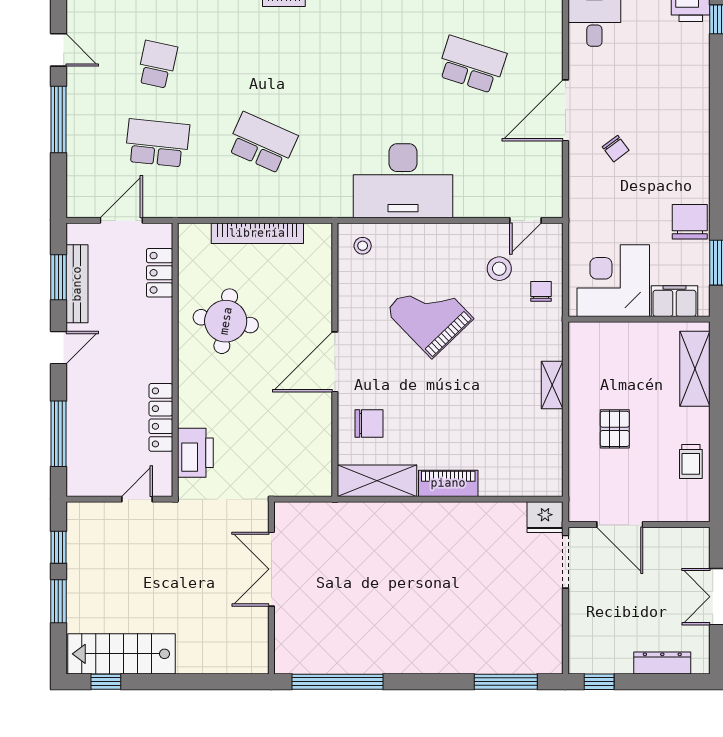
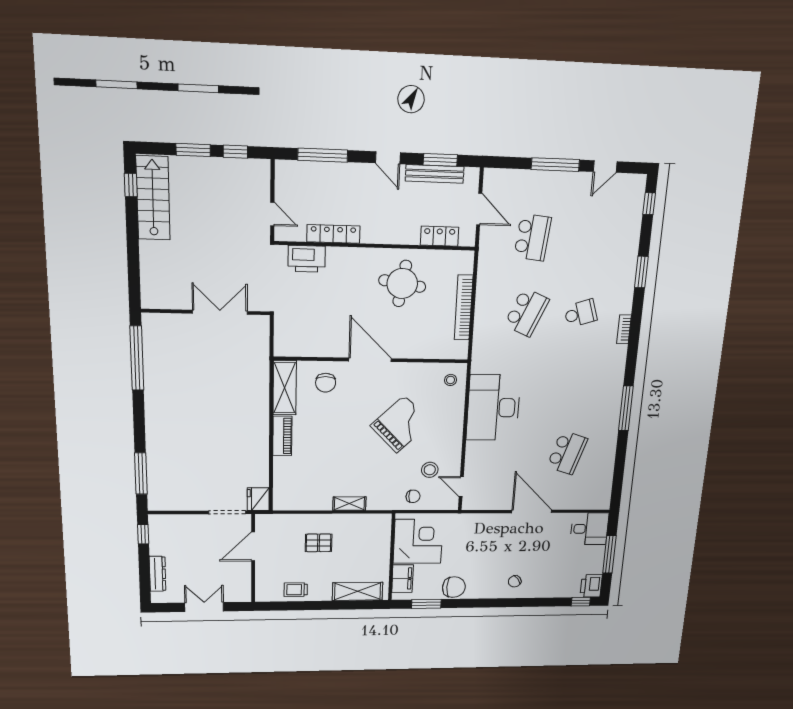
school desk: (157, 64) -> (581, 313), moved, turned -30
chair: (616, 149) -> (515, 581), moved

